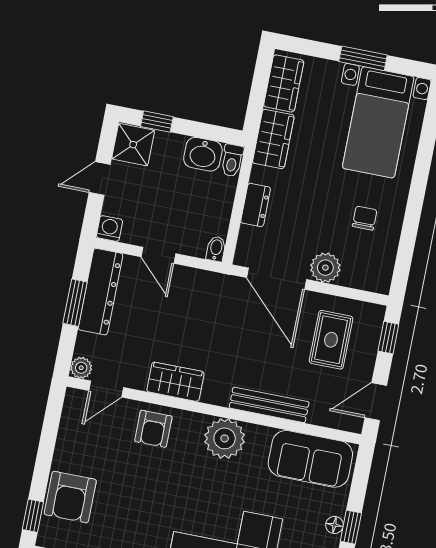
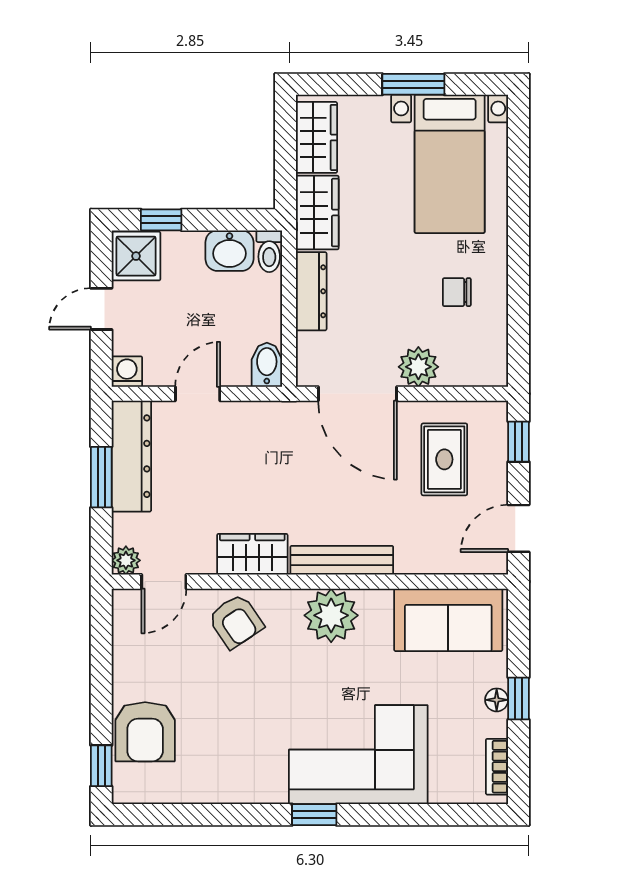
dresser: (256, 205) -> (311, 291), width x1.44
chair: (365, 218) -> (457, 292), turned -90
bidet: (216, 249) -> (267, 365), width x1.38, depth x1.36
door: (158, 255) -> (198, 394), swing flipped
bench: (269, 405) -> (342, 560), moved
armchair: (153, 429) -> (236, 621), turned -34

